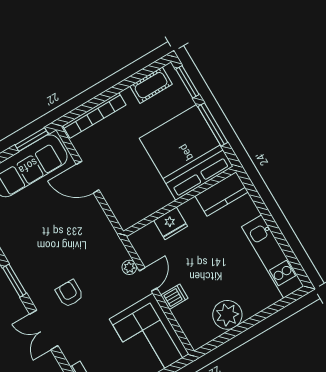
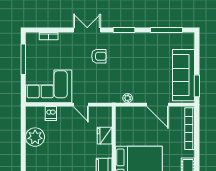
door: (88, 177) -> (158, 105), swing flipped
plant: (129, 267) -> (128, 98), moved
dishwasher: (174, 297) -> (51, 114), moved

